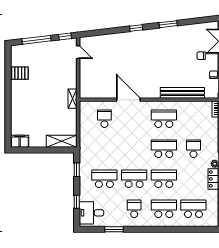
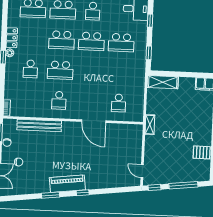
piano: (152, 36) -> (67, 184), added
school desk: (164, 119) -> (59, 100), width x0.54

